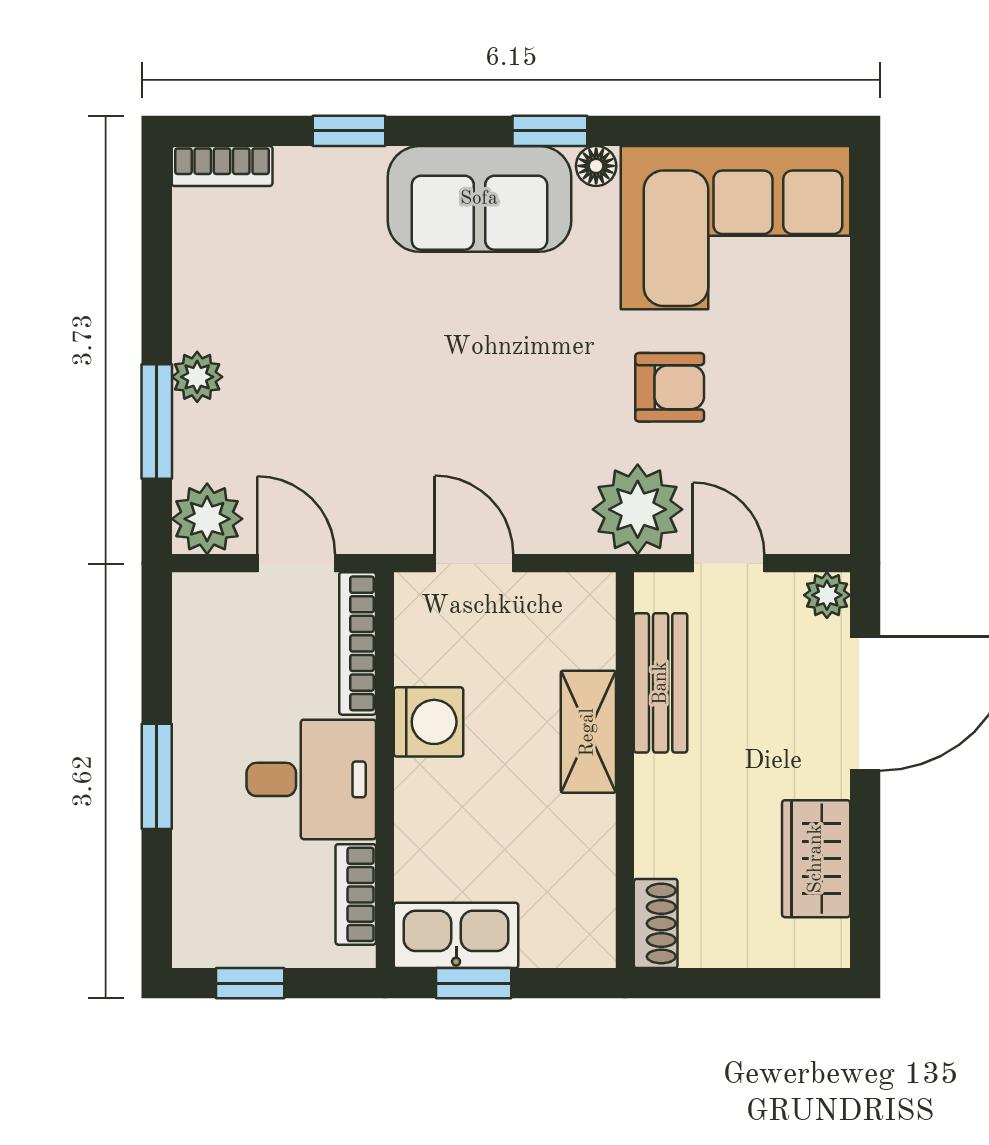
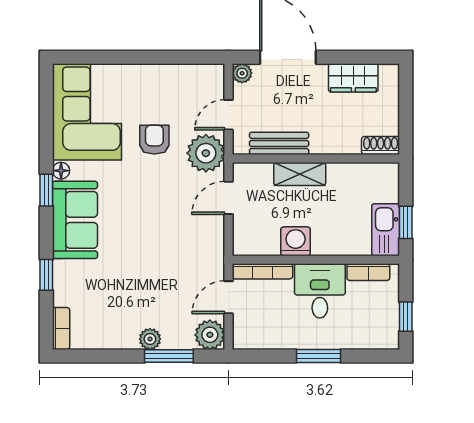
door: (474, 563) -> (229, 198), moved

